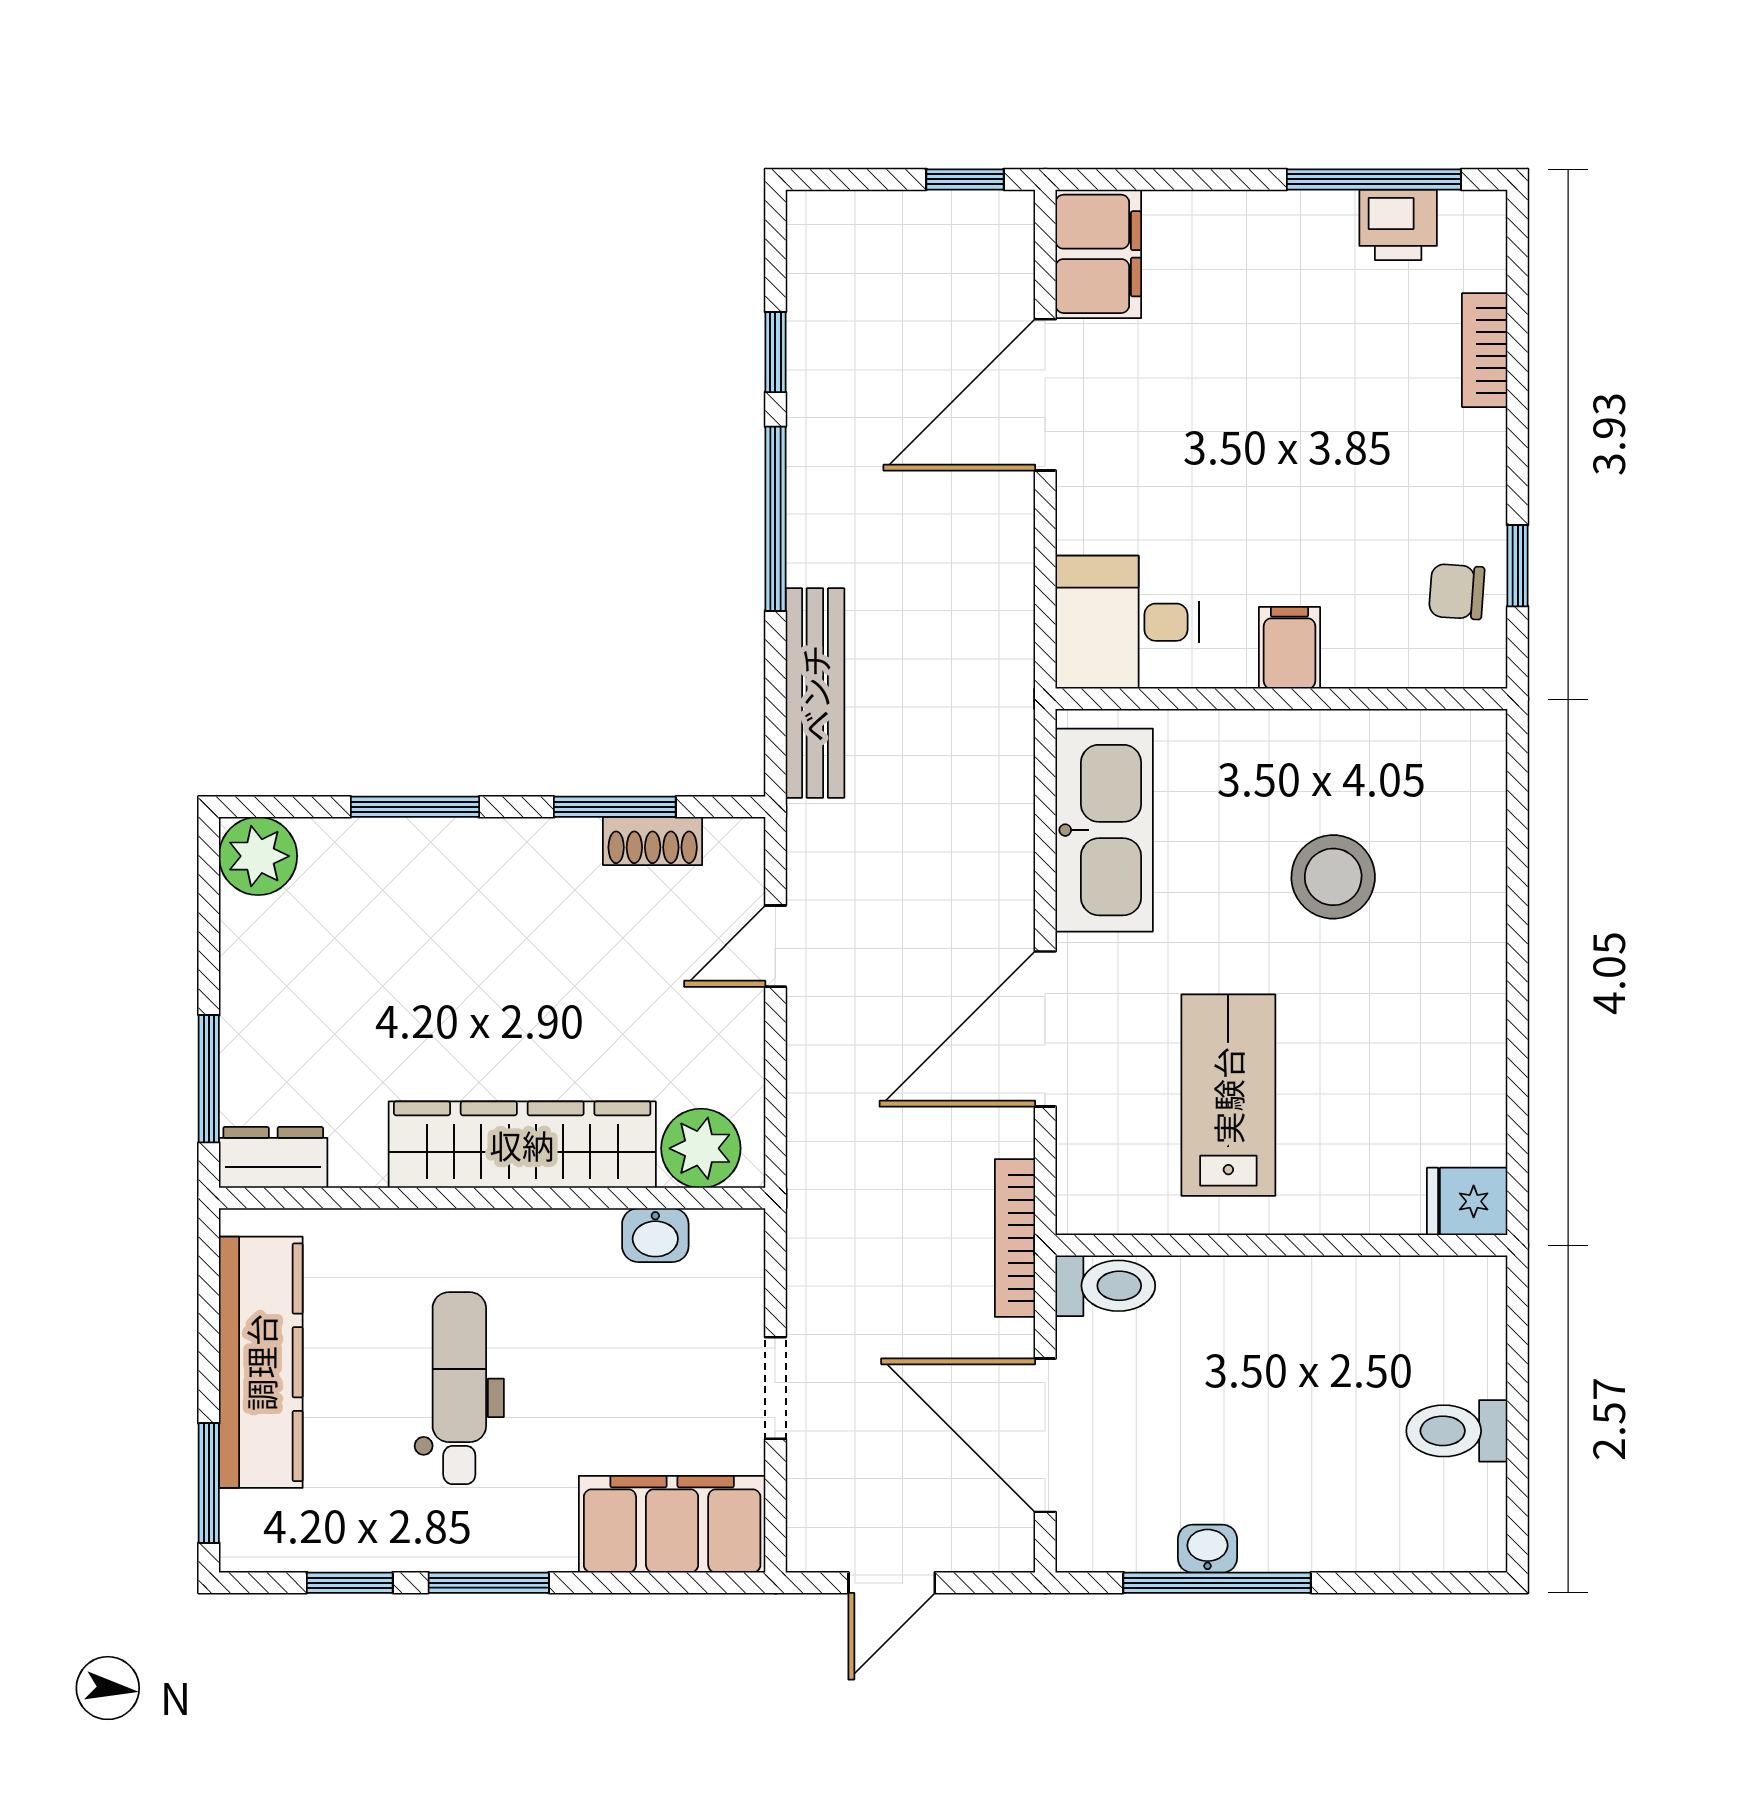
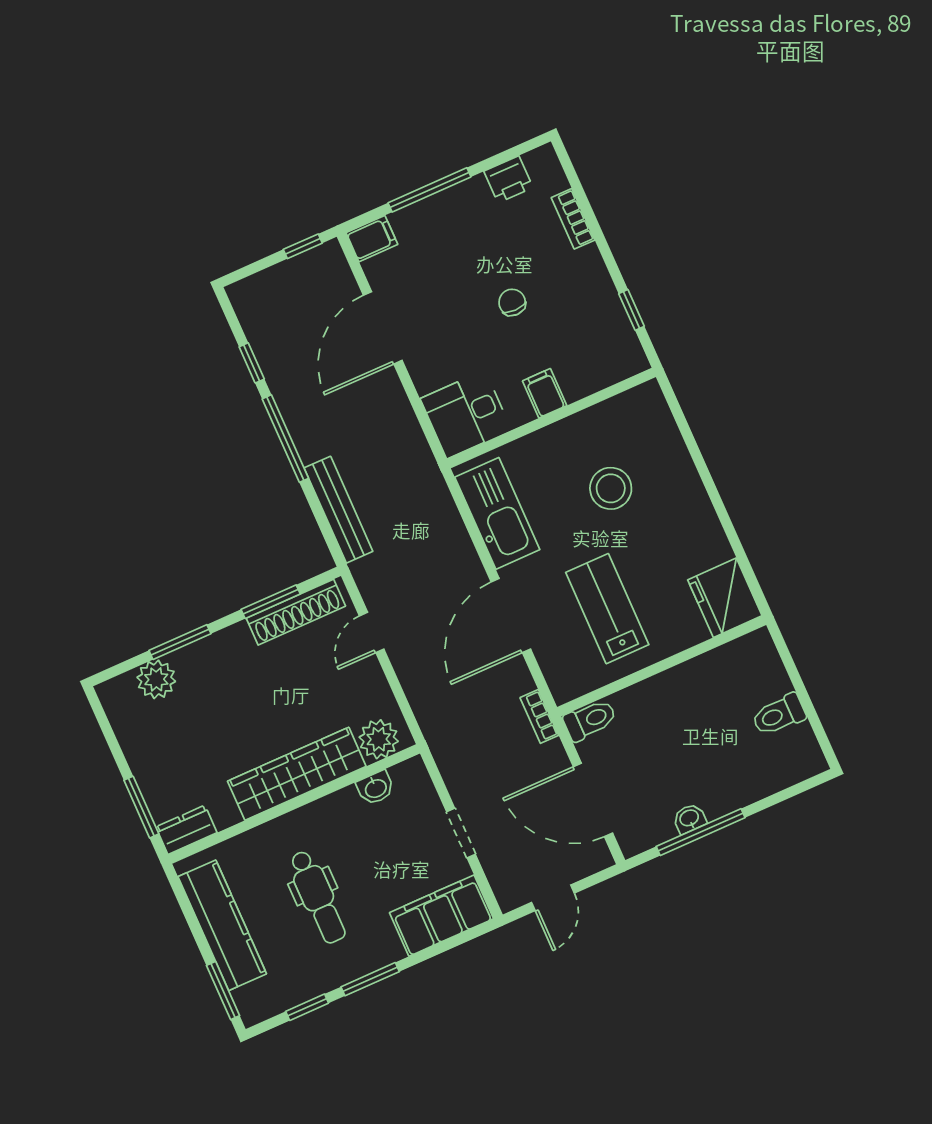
window: (1374, 179) -> (430, 190), moved
filing cabinet: (1098, 254) -> (372, 239), width x0.50
chair: (1457, 592) -> (512, 302), moved, turned 86
shoe rack: (653, 841) -> (296, 612), width x1.94, depth x1.24
plant: (258, 856) -> (156, 679), moved
fridge: (1467, 1201) -> (725, 598), width x1.88, depth x1.34
bookcase: (1015, 1238) -> (539, 716), width x0.64
dental chair: (459, 1388) -> (318, 897), turned 180

